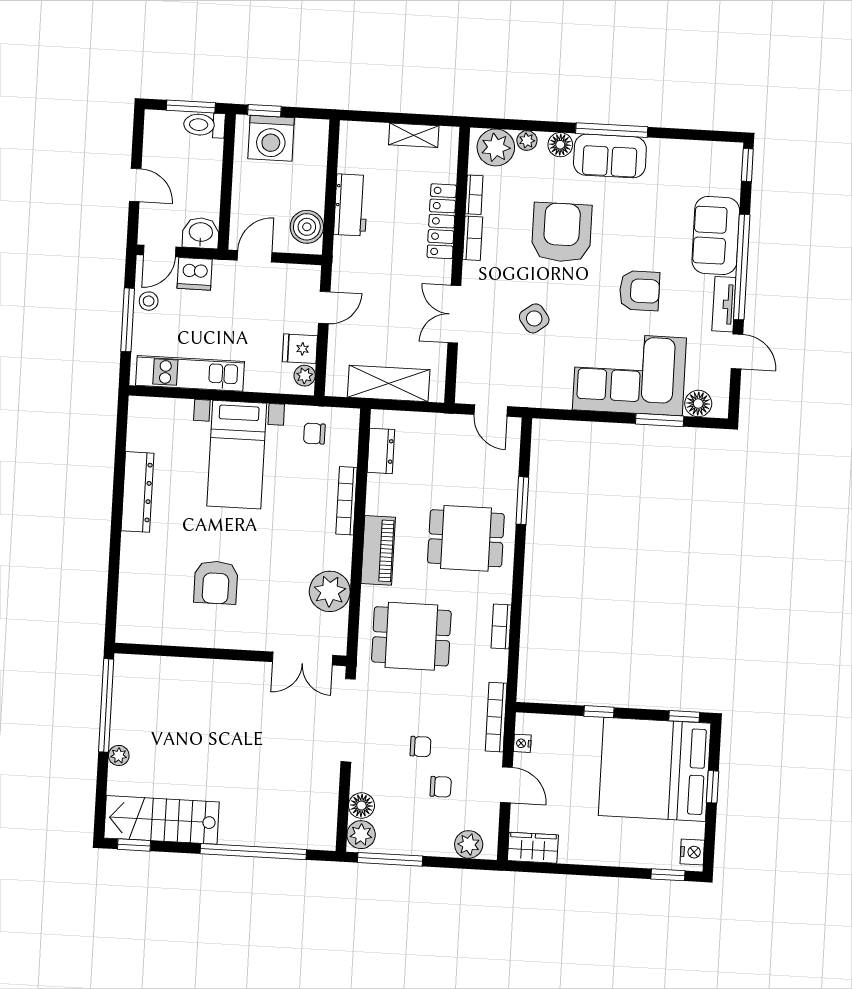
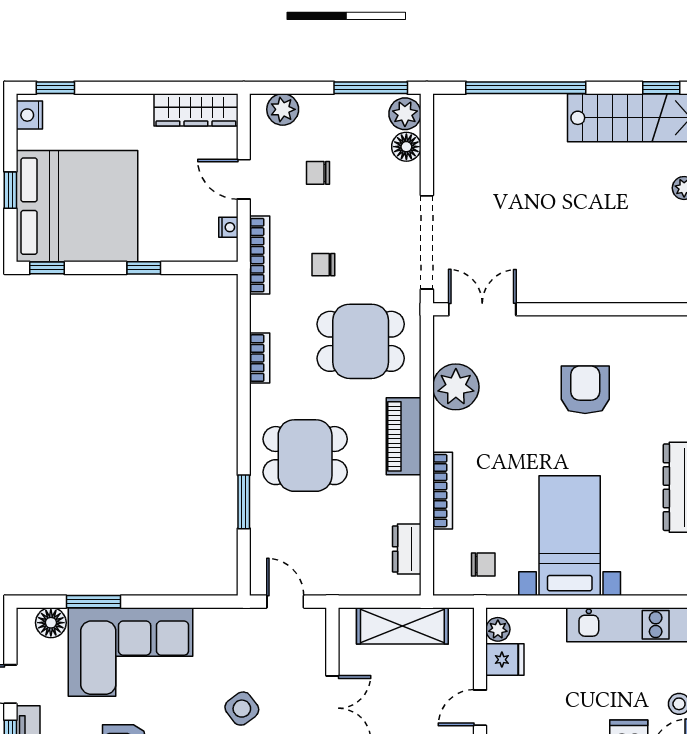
chair: (420, 747) -> (323, 265), moved
wardrobe: (533, 848) -> (196, 110), width x1.50

